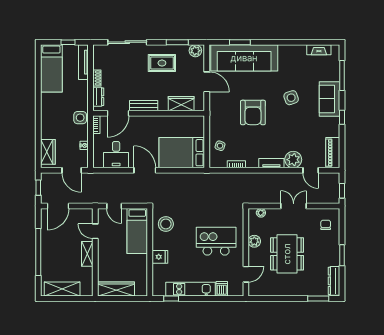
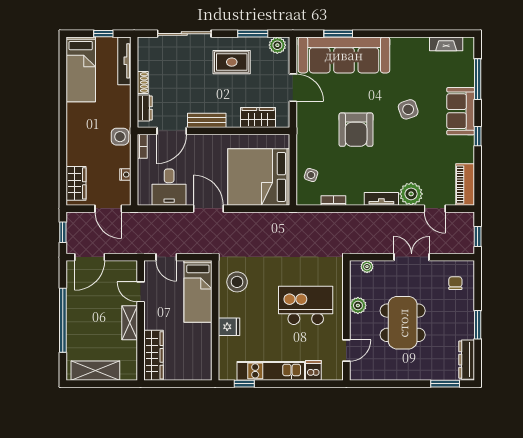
bed: (182, 153) -> (259, 177), width x1.36
wardrobe: (116, 289) -> (153, 355), moved, turned 90

